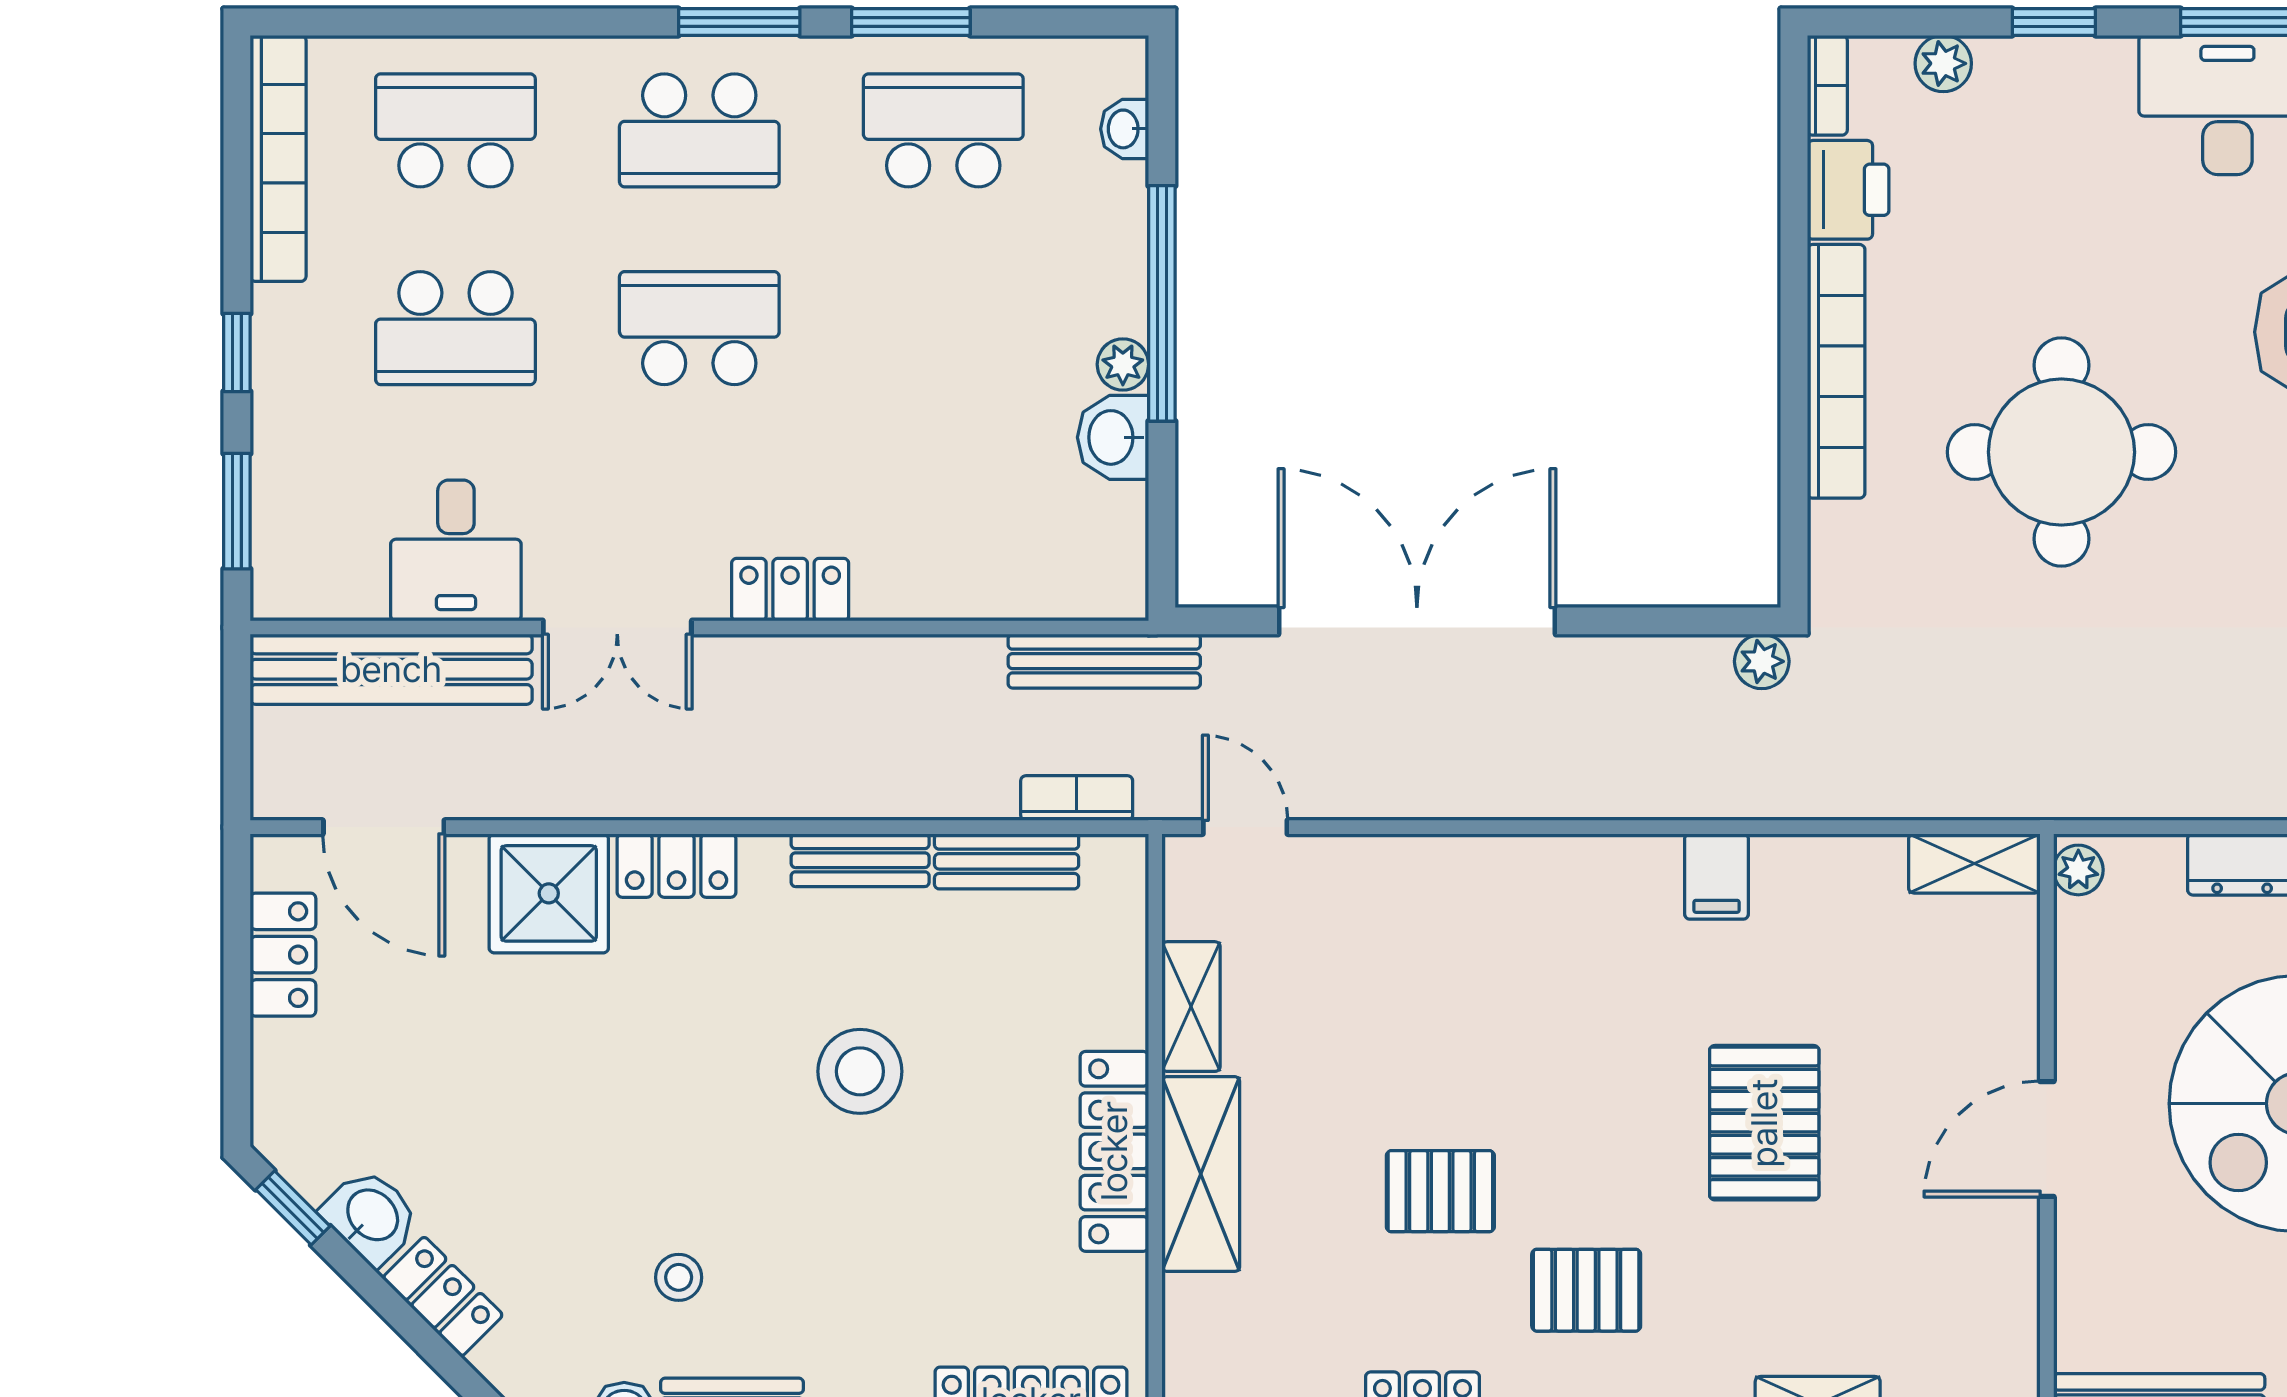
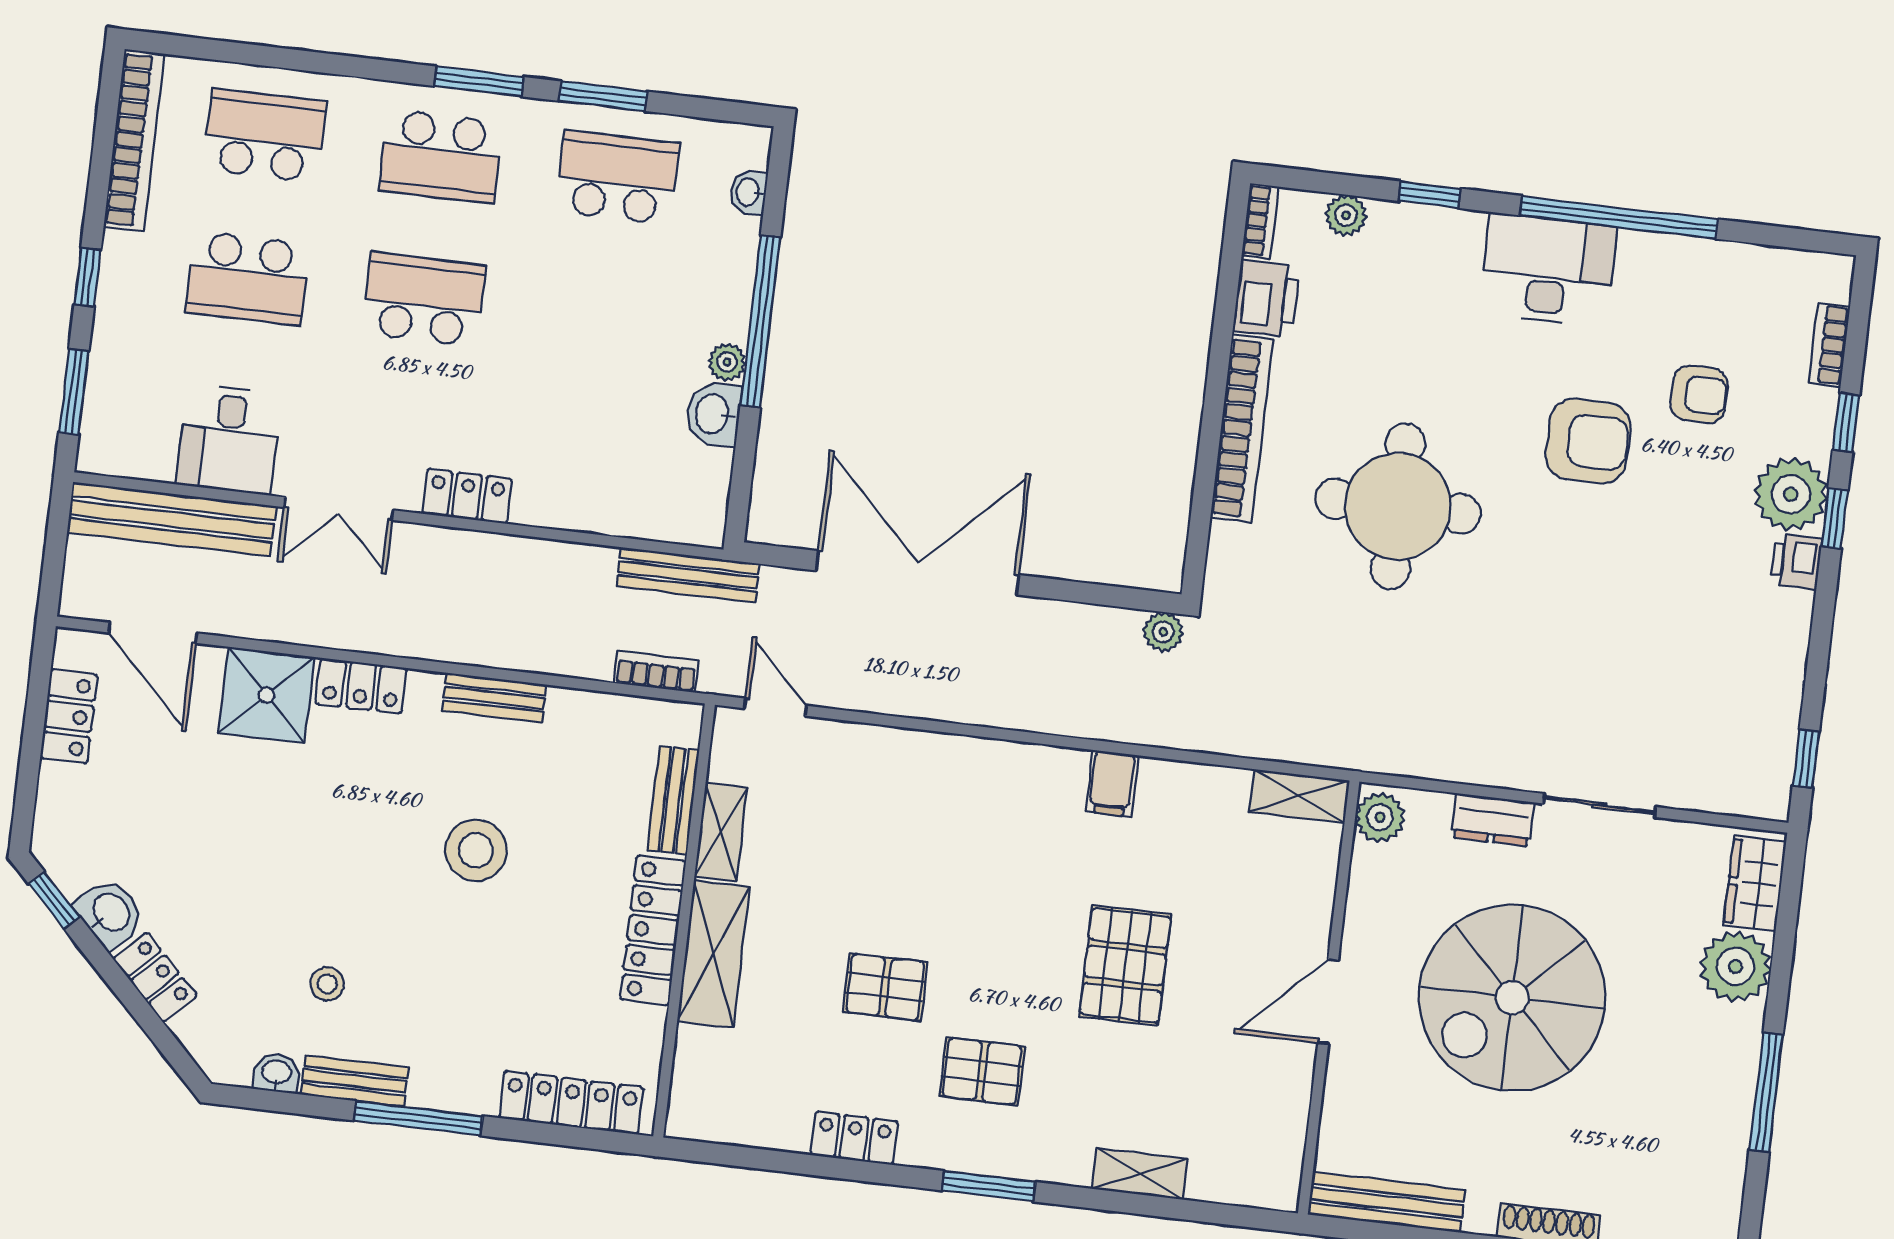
bench: (1007, 861) -> (673, 800), moved, turned 90
plant: (2078, 870) -> (1380, 817), width x1.38, depth x1.38

